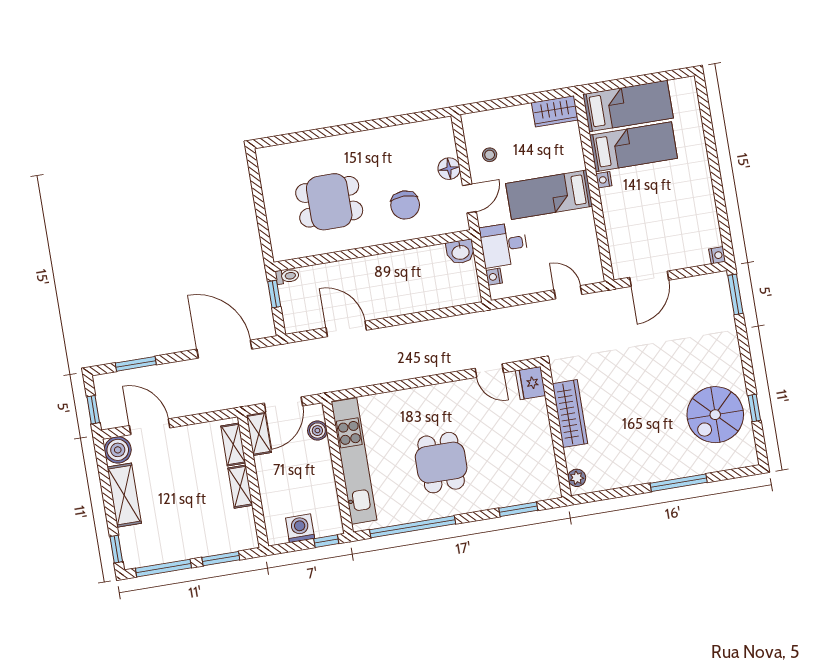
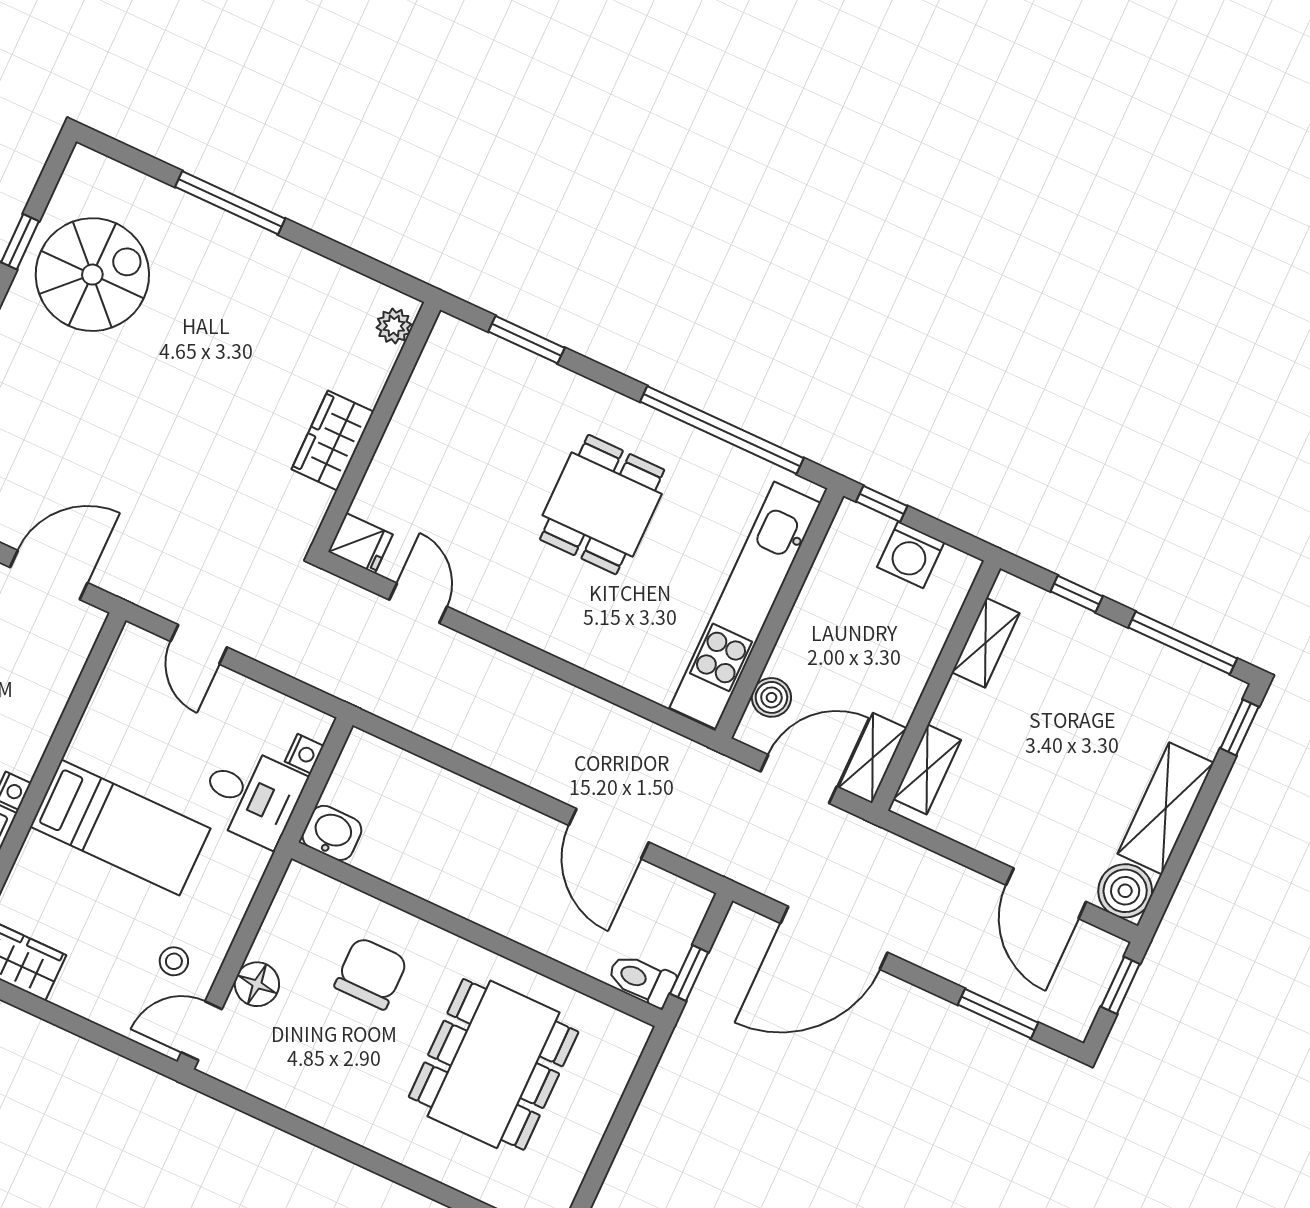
door: (469, 199) -> (202, 1031), moved
dining table: (329, 202) -> (494, 1064), width x1.38
toilet: (287, 276) -> (642, 980), width x1.37, depth x1.39
door: (224, 349) -> (834, 938), hinge flipped
fridge: (530, 383) -> (360, 543), width x0.72
wardrobe: (570, 414) -> (333, 440), width x0.67
shelving: (240, 487) -> (986, 643), moved
window: (221, 559) -> (1077, 594), width x0.67

